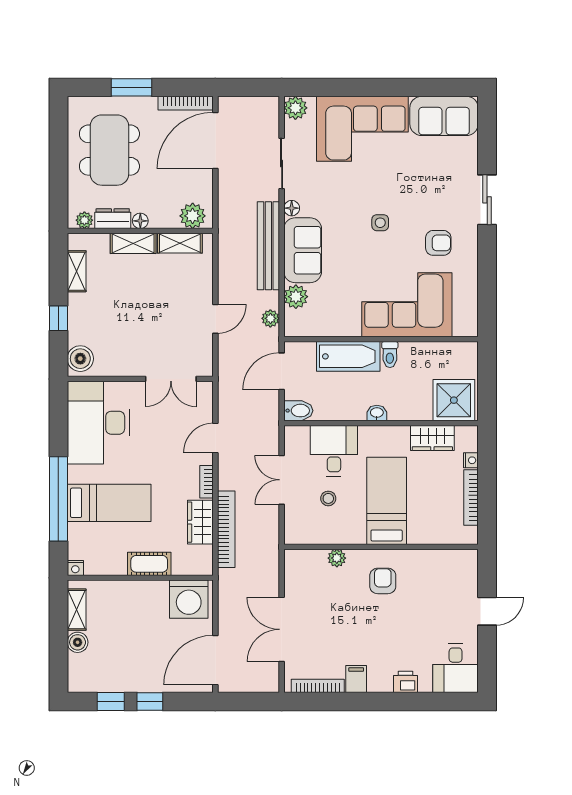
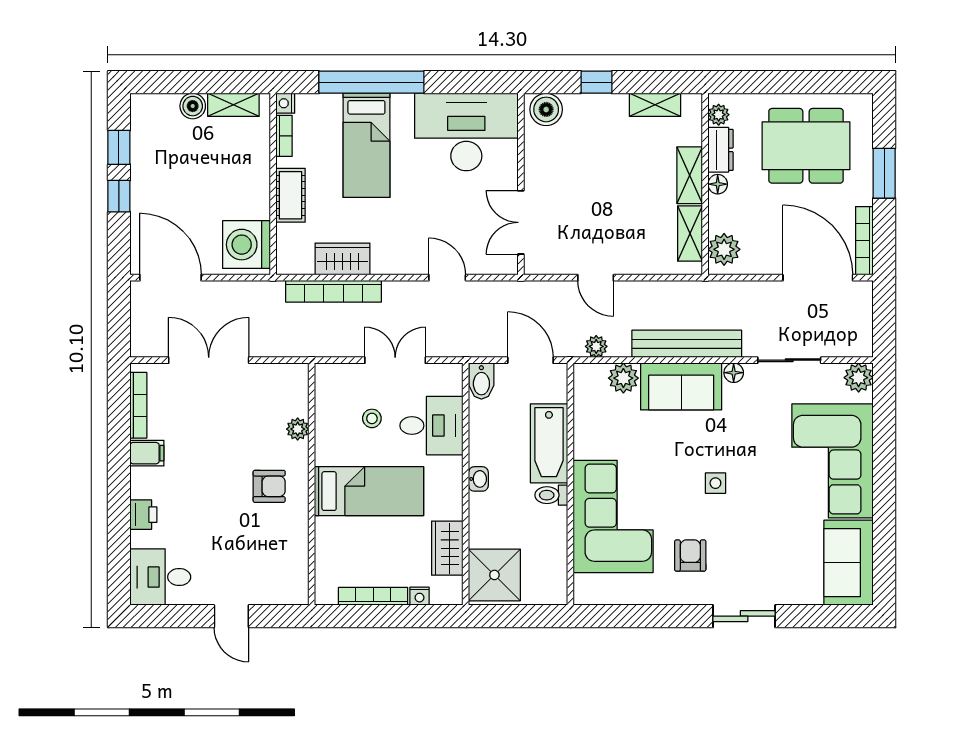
armchair: (438, 243) -> (690, 556), turned 180
bookcase: (207, 482) -> (284, 136), moved, turned 90

